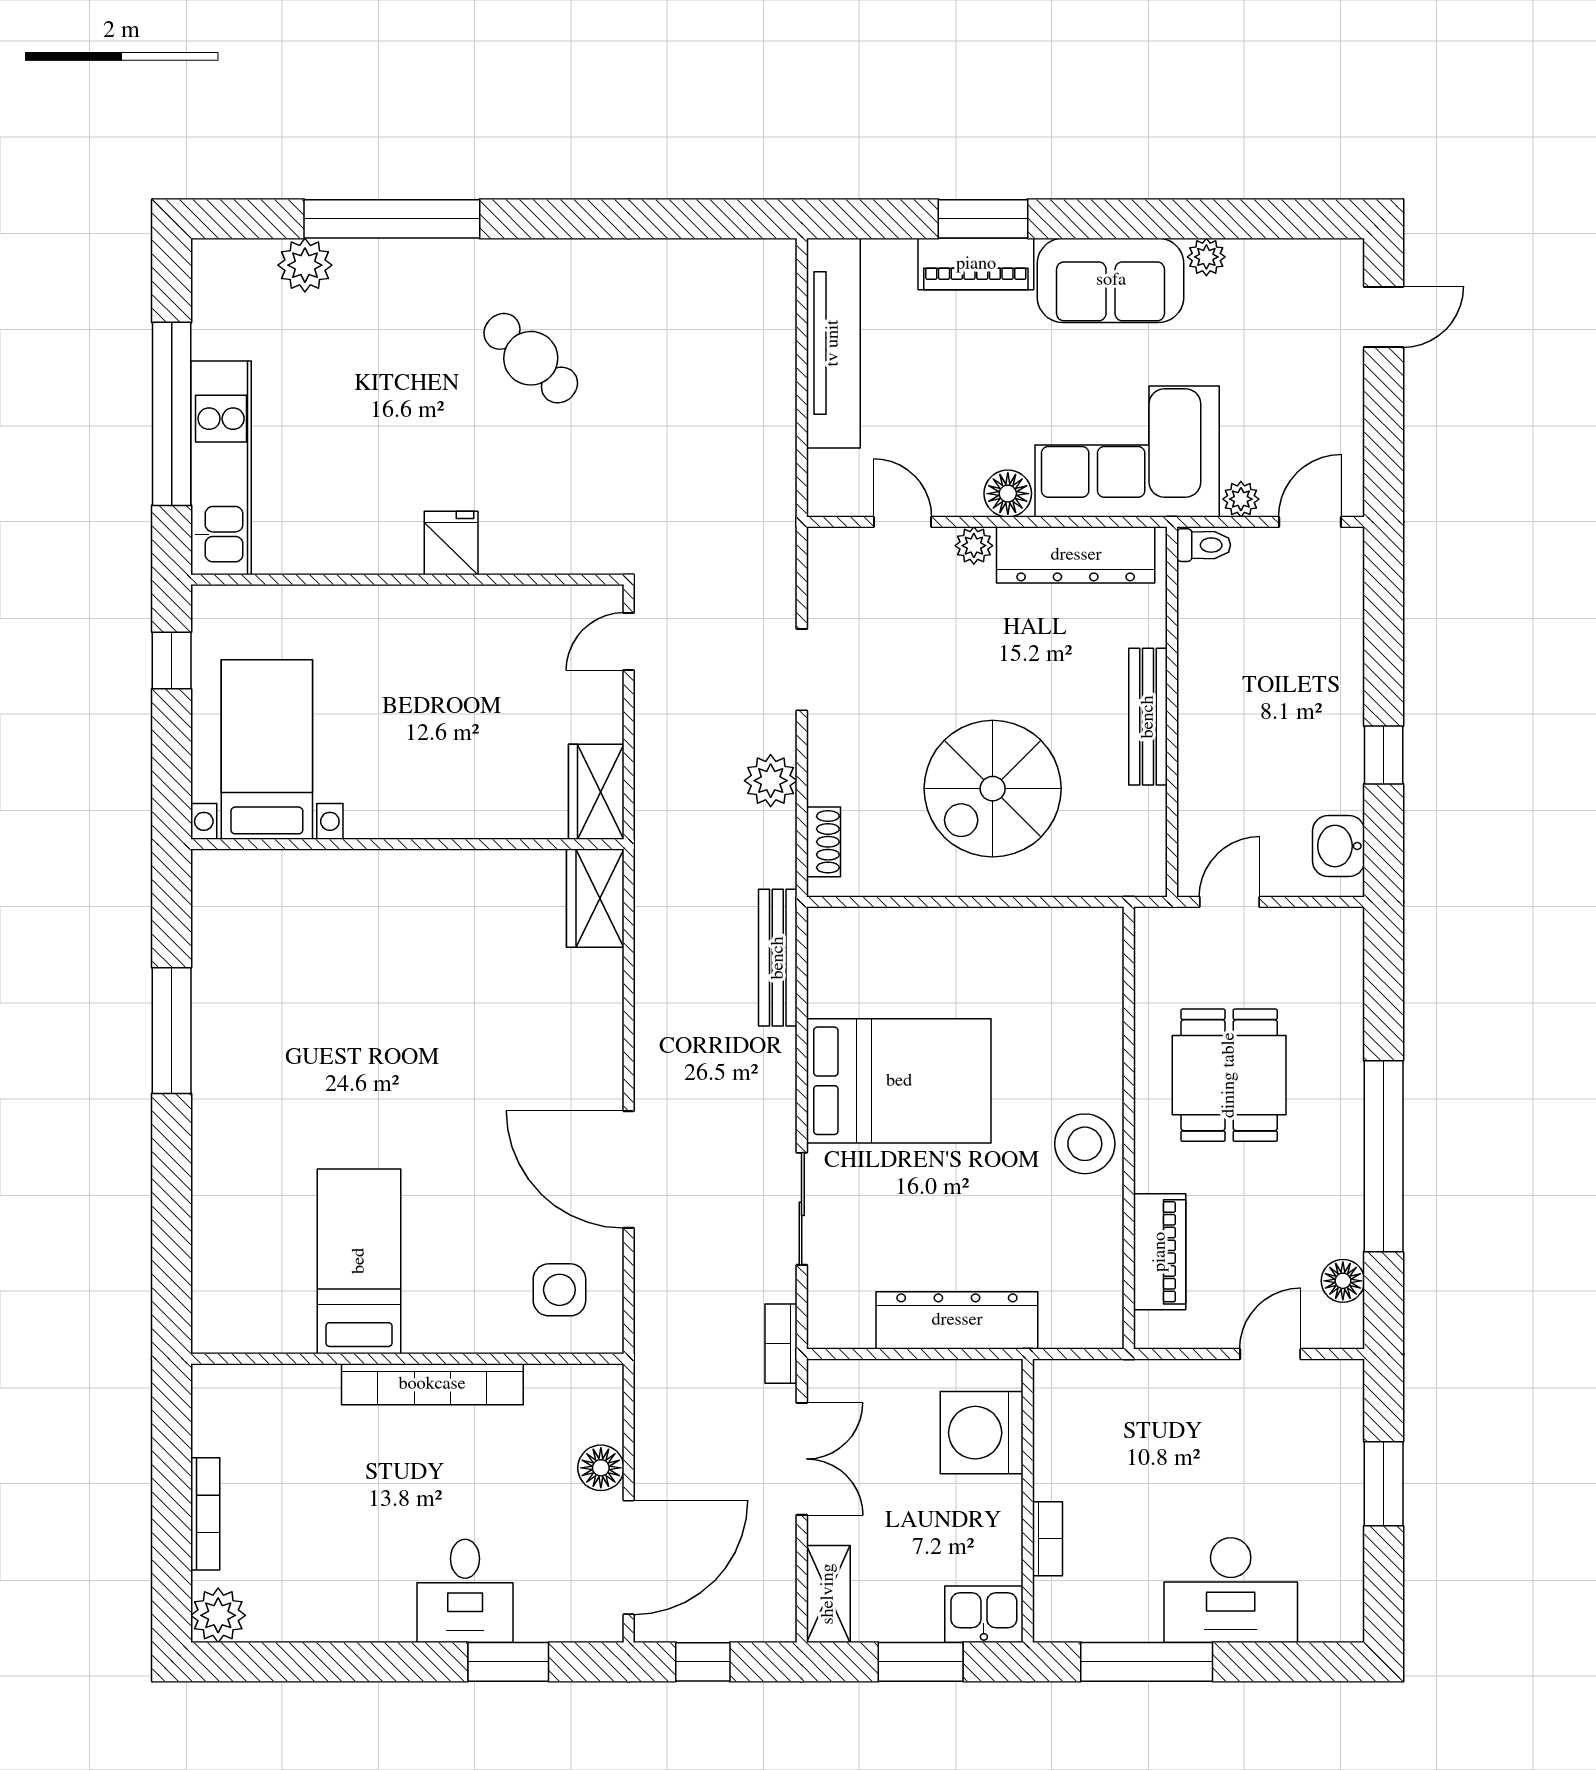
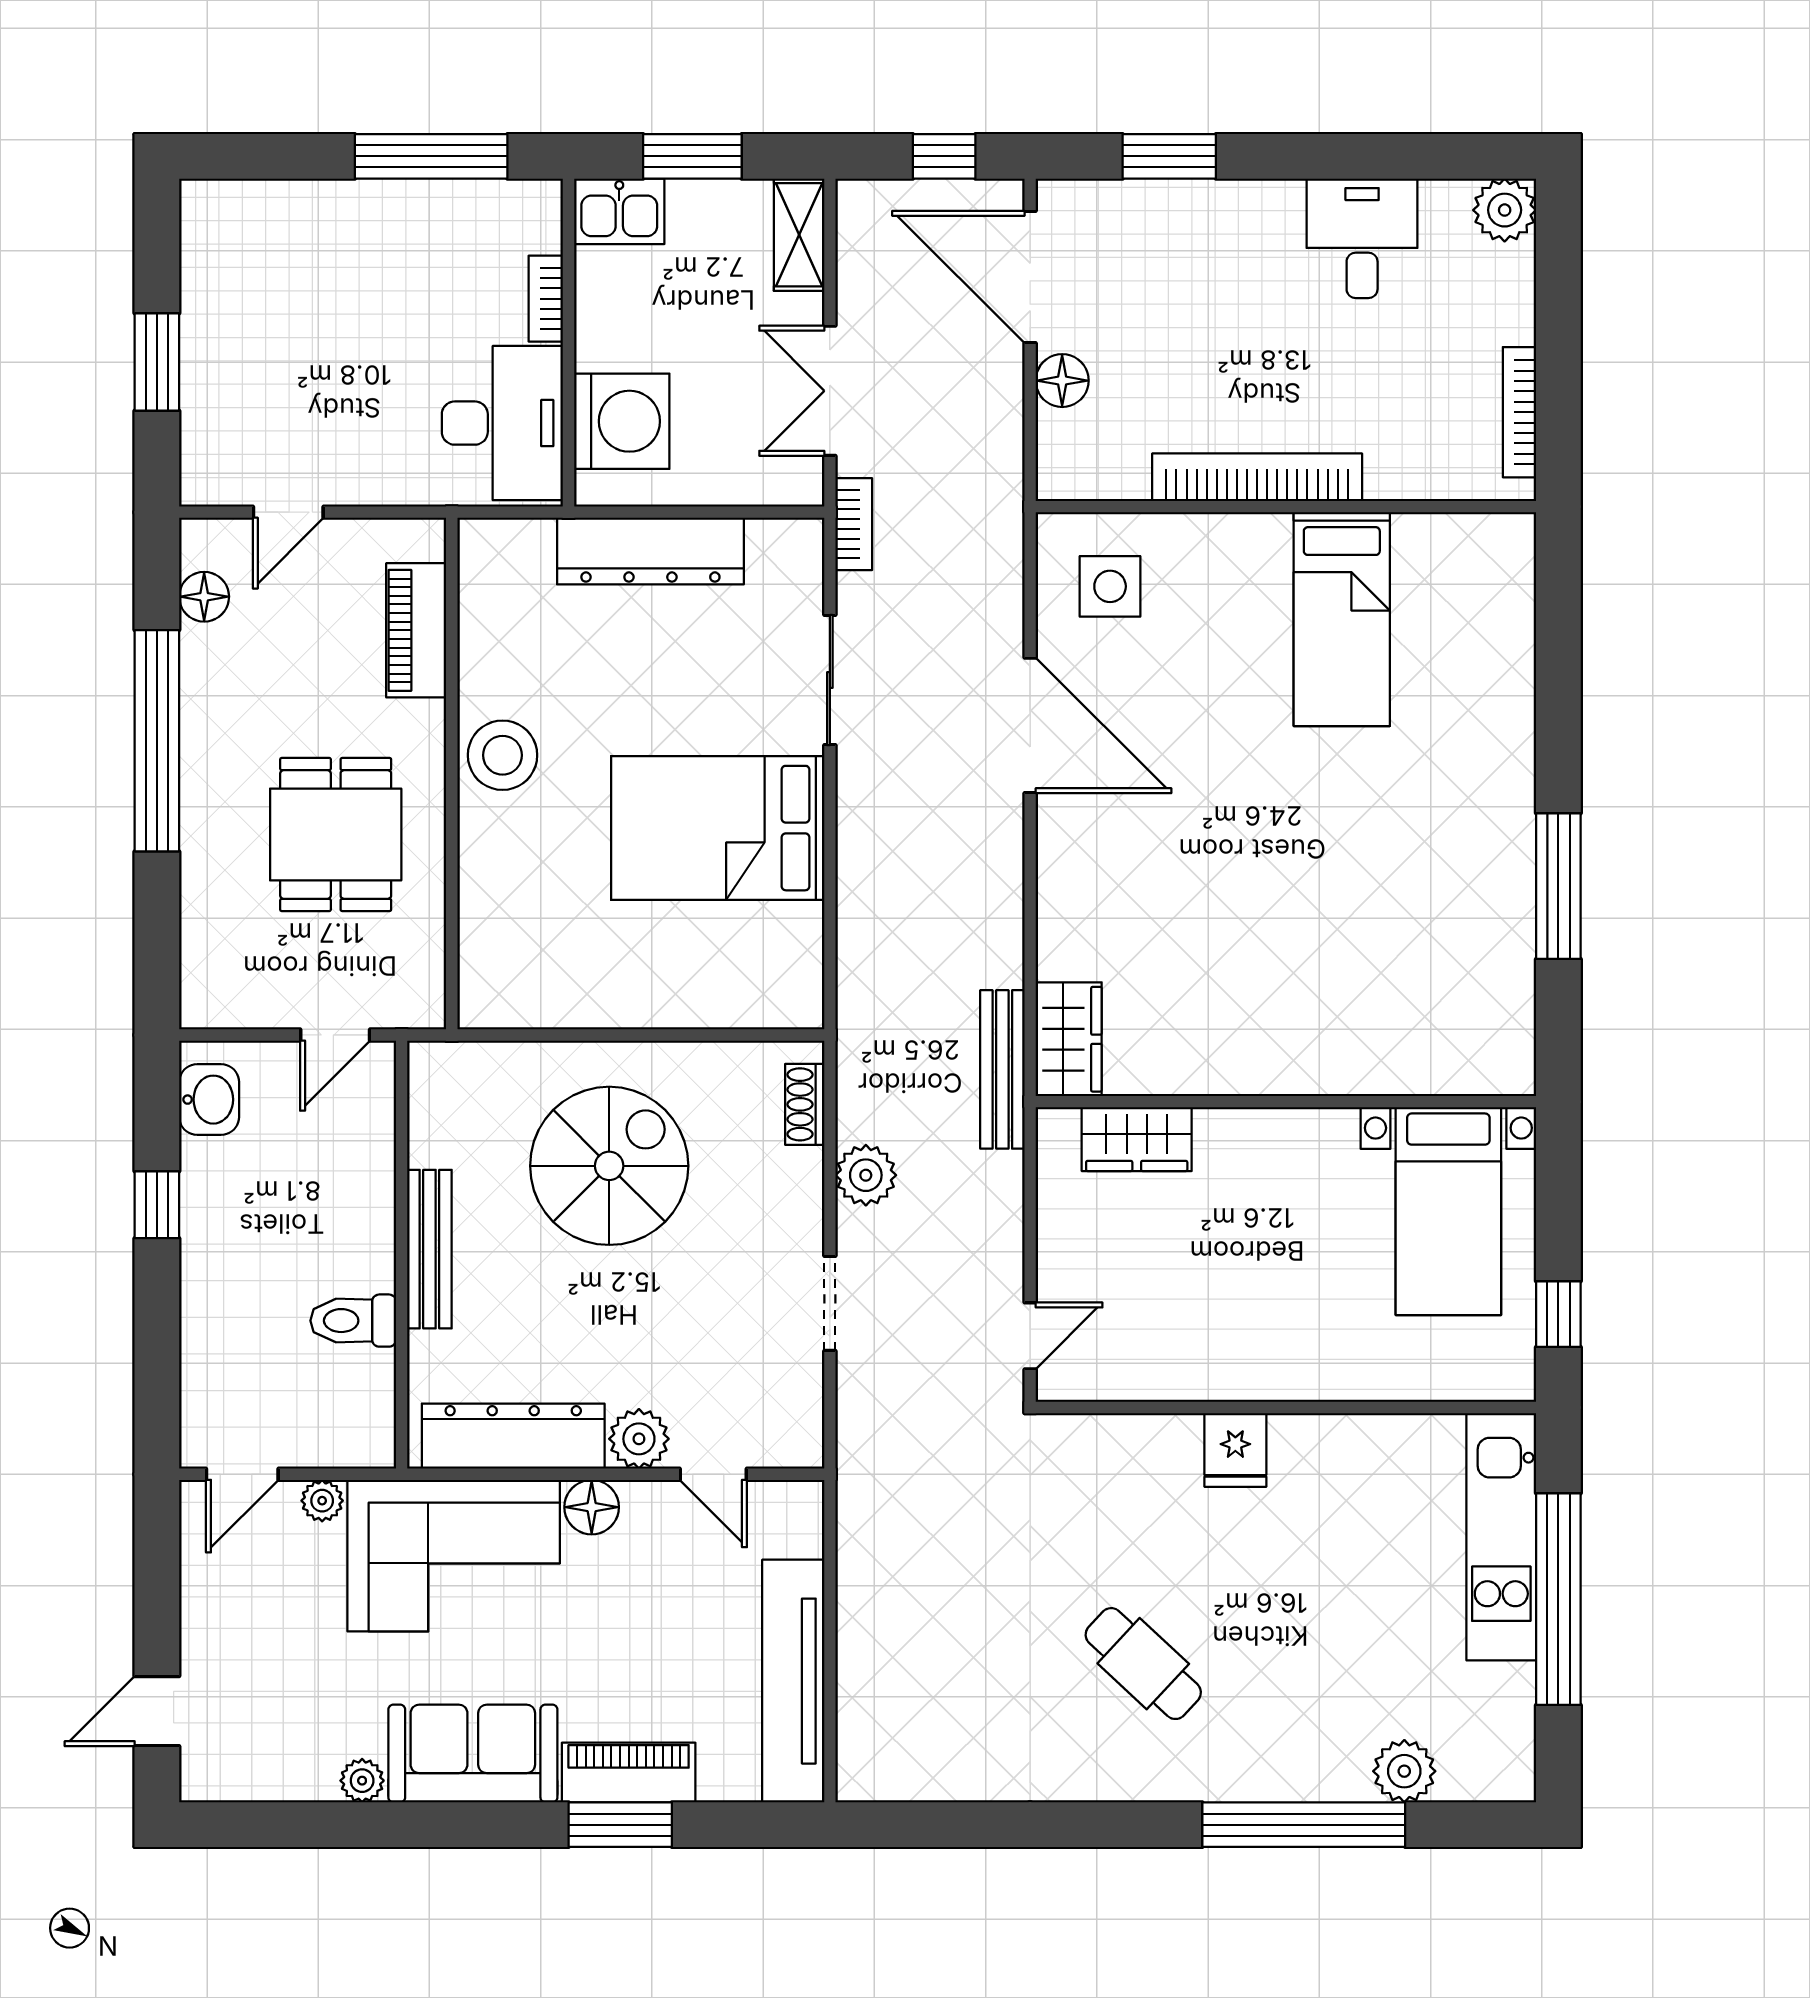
toilet: (1204, 545) -> (353, 1321), moved, width x1.37, depth x1.39
plant: (974, 546) -> (639, 1439), width x1.38, depth x1.38
wardrobe: (596, 792) -> (1137, 1139), moved, turned 90
bench: (778, 958) -> (1002, 1069), moved
bookcase: (205, 1514) -> (1520, 412), moved
door: (629, 1557) -> (1030, 277), hinge flipped
desk: (1231, 1590) -> (502, 423), moved, turned 90
desk: (465, 1591) -> (1362, 238), moved

